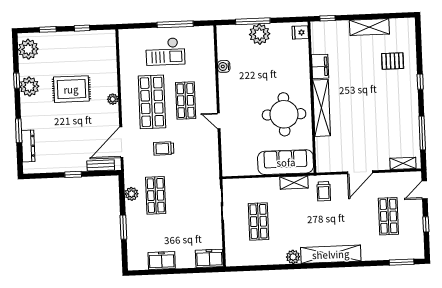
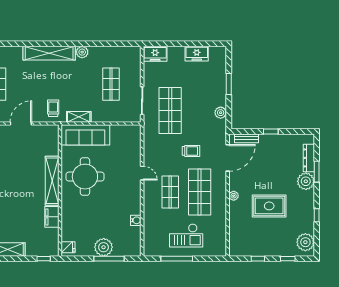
checkout: (165, 51) -> (186, 235), turned 180
plant: (29, 86) -> (306, 181), moved
shop shelf: (156, 195) -> (170, 110), moved, width x1.43, depth x1.36

